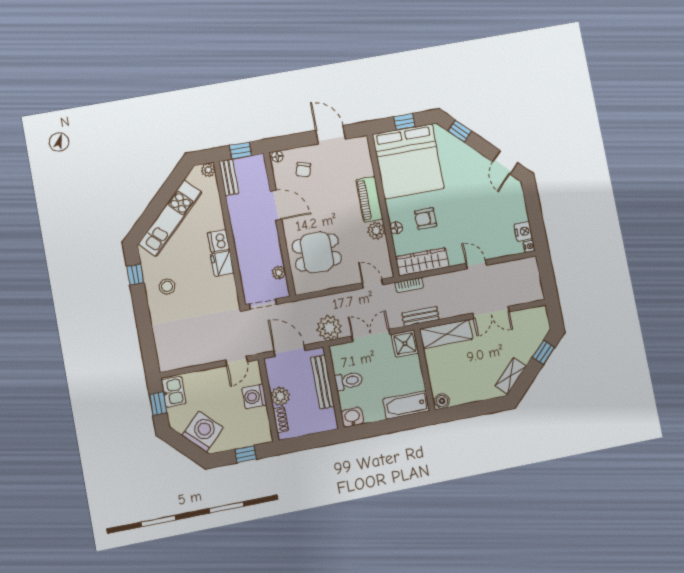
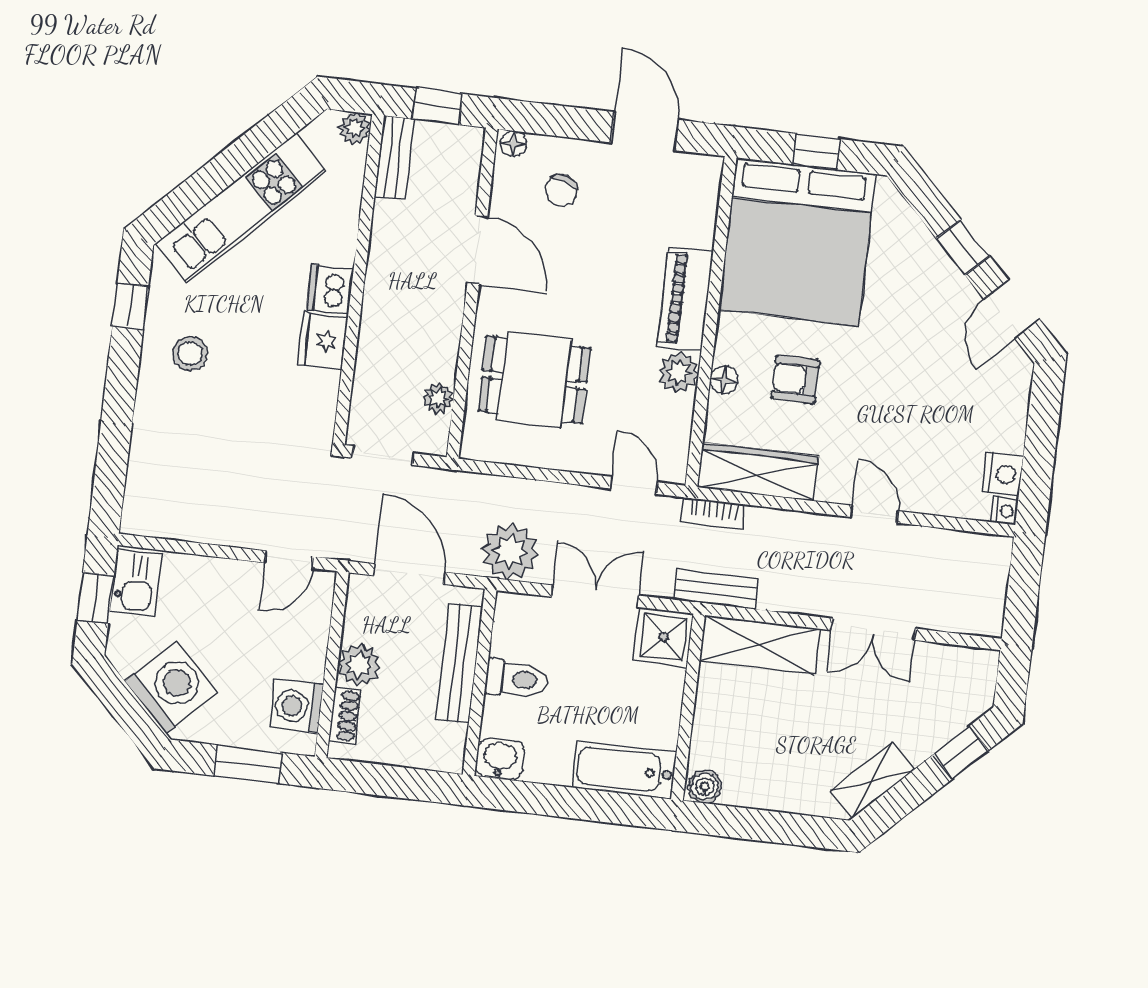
window: (460, 131) -> (963, 247), moved
washing machine: (254, 396) -> (297, 707), moved
window: (246, 454) -> (248, 764), width x1.50

